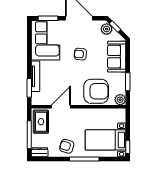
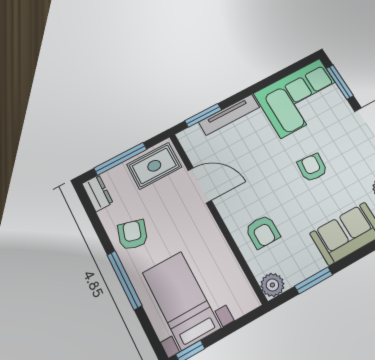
armchair: (96, 91) -> (262, 232), width x0.53, depth x0.53

